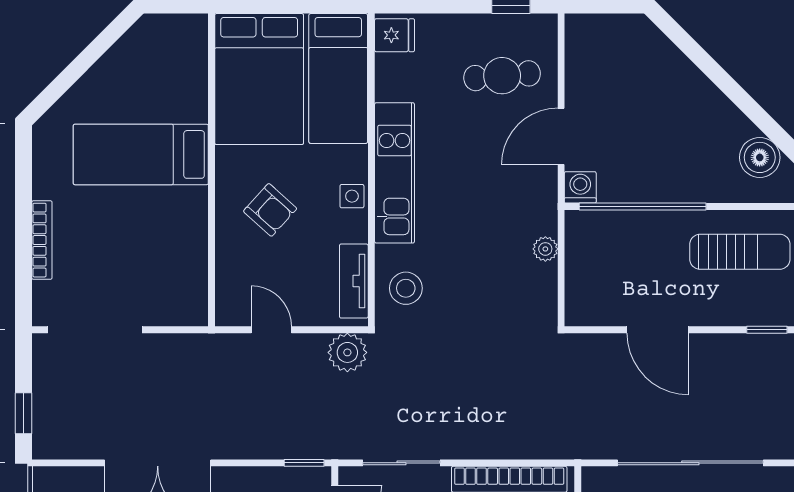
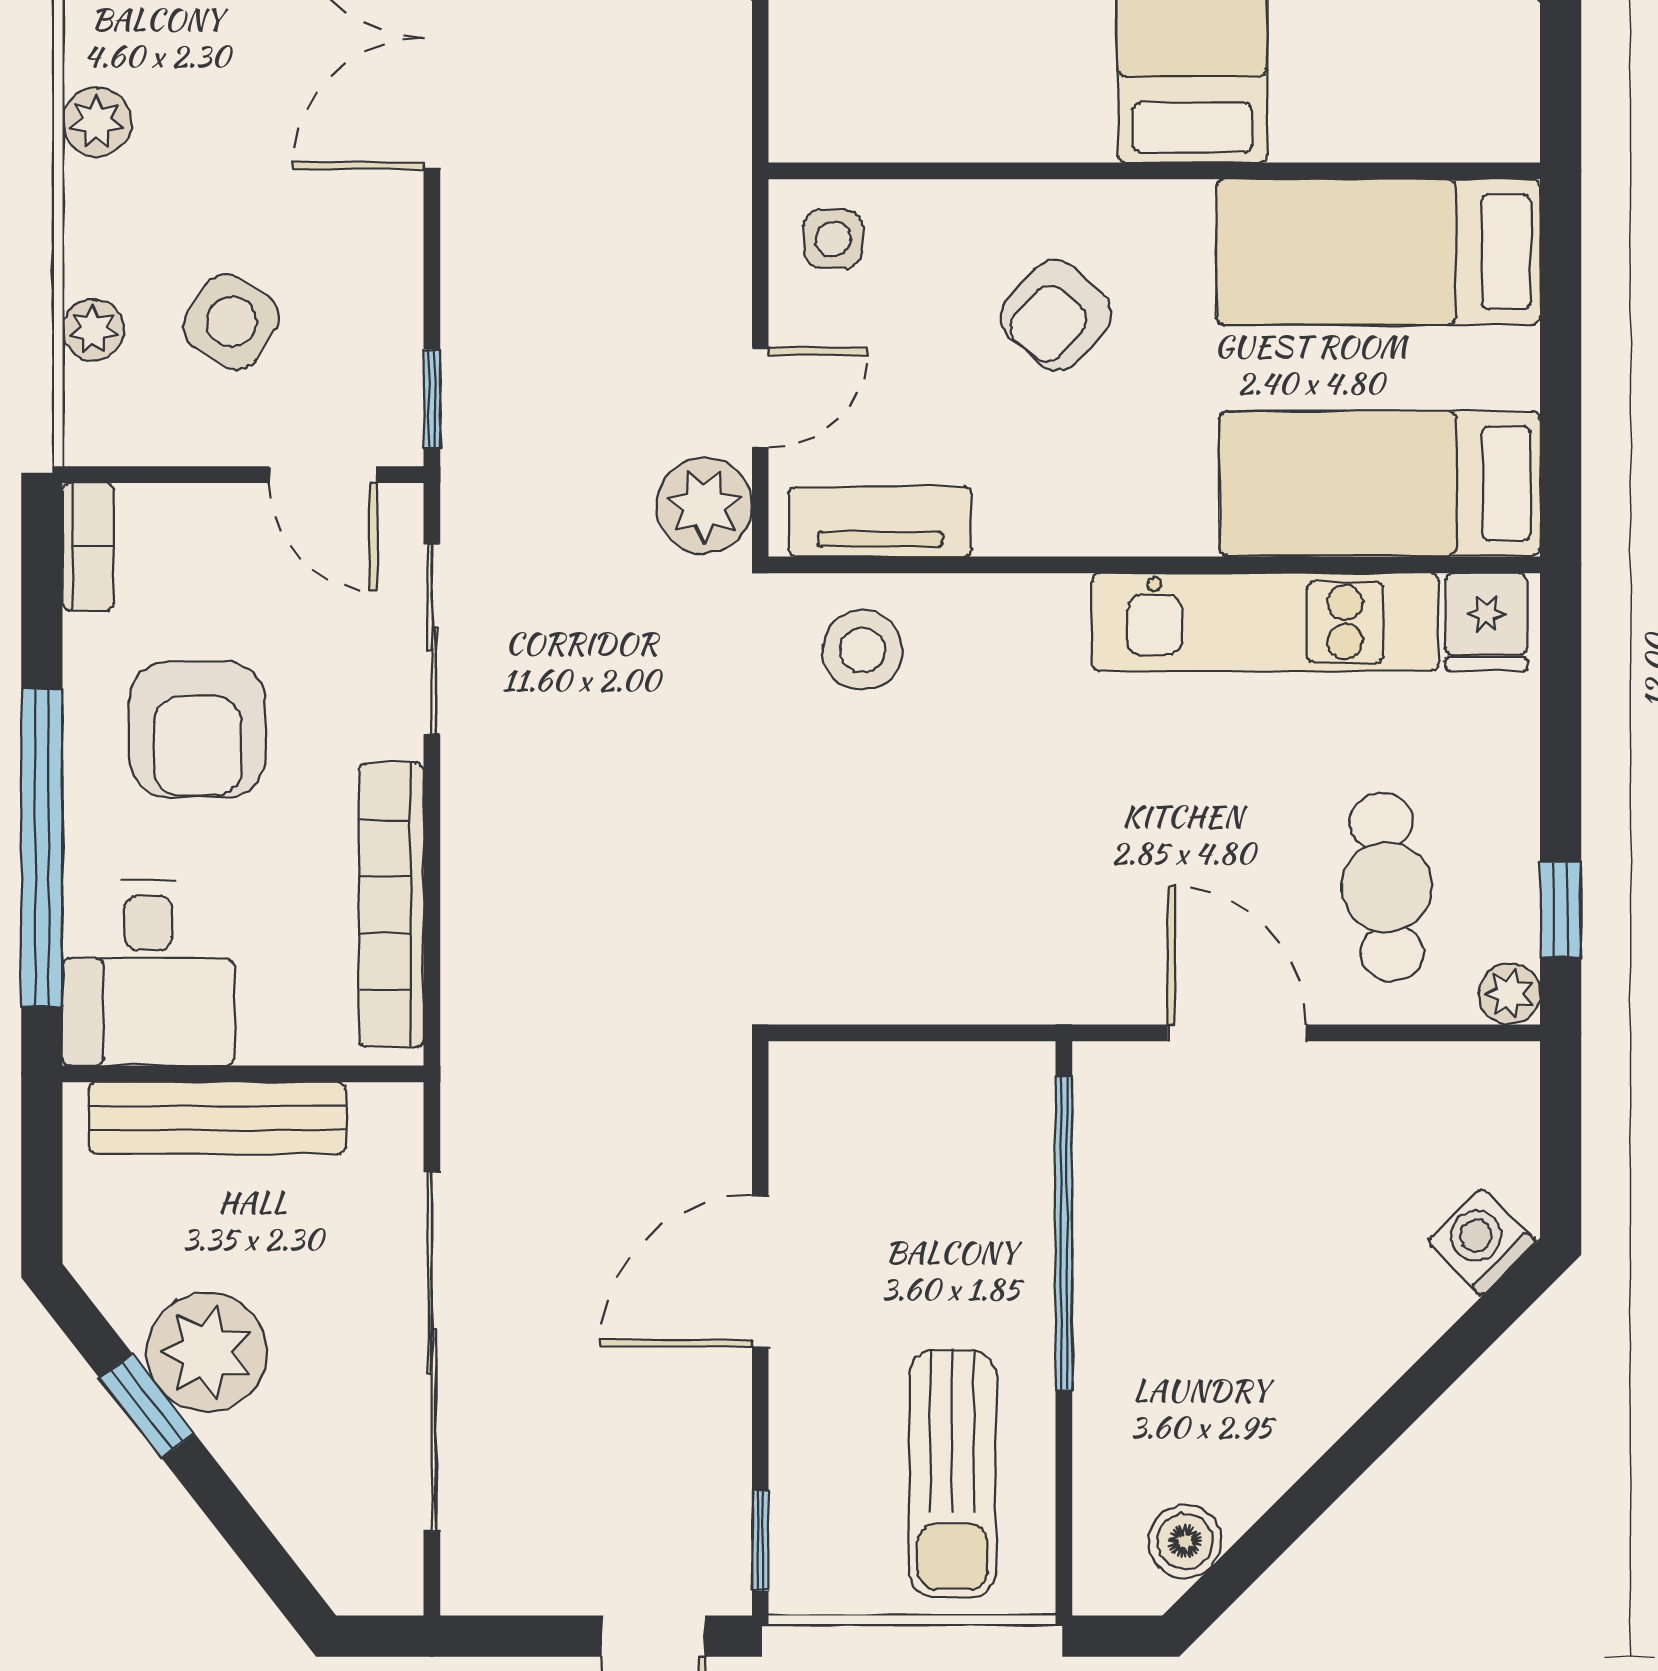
bed: (259, 79) -> (1378, 252), width x0.67
boiler: (760, 157) -> (1185, 1541), width x0.73, depth x0.73
kitchen unit: (394, 173) -> (1265, 622), moved
washing machine: (580, 187) -> (1481, 1241), moved, turned -135
side table: (352, 196) -> (833, 239), moved
plant: (545, 249) -> (1509, 994), moved
door: (271, 330) -> (760, 397), moved

